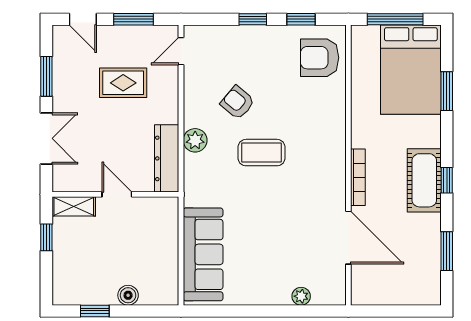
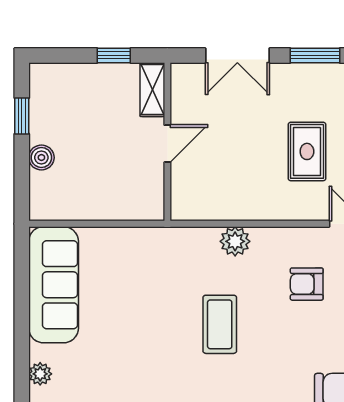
armchair: (238, 103) -> (307, 284), moved, turned -130
dresser: (167, 158) -> (212, 206), removed
sofa: (203, 254) -> (54, 285), moved, turned -90

